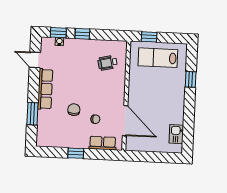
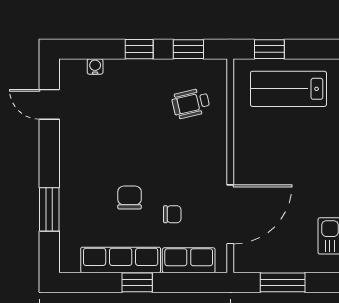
window: (58, 33) -> (188, 49), moved
row of seats: (45, 89) -> (121, 260), moved, turned -90
door: (125, 121) -> (230, 214), hinge flipped
window: (150, 157) -> (283, 282), added

